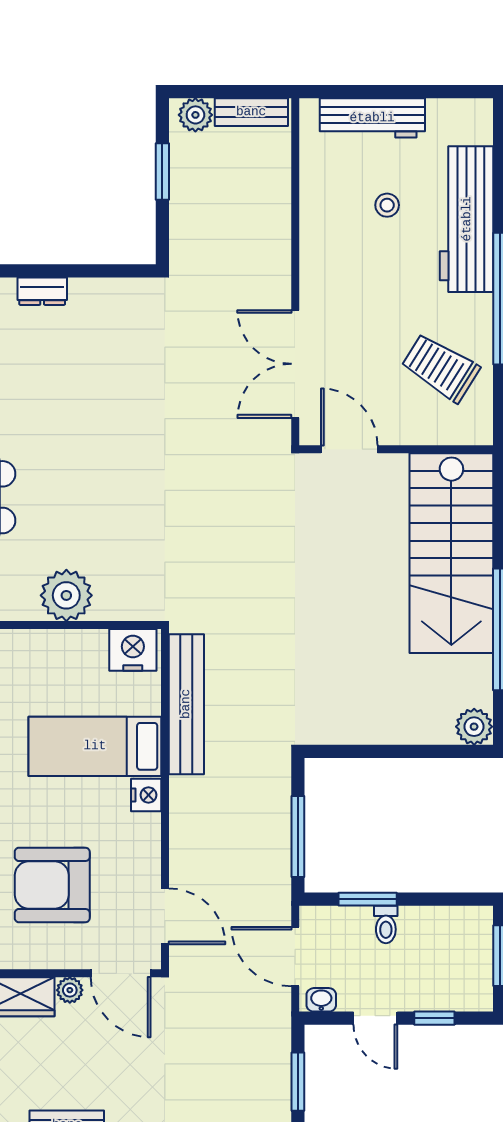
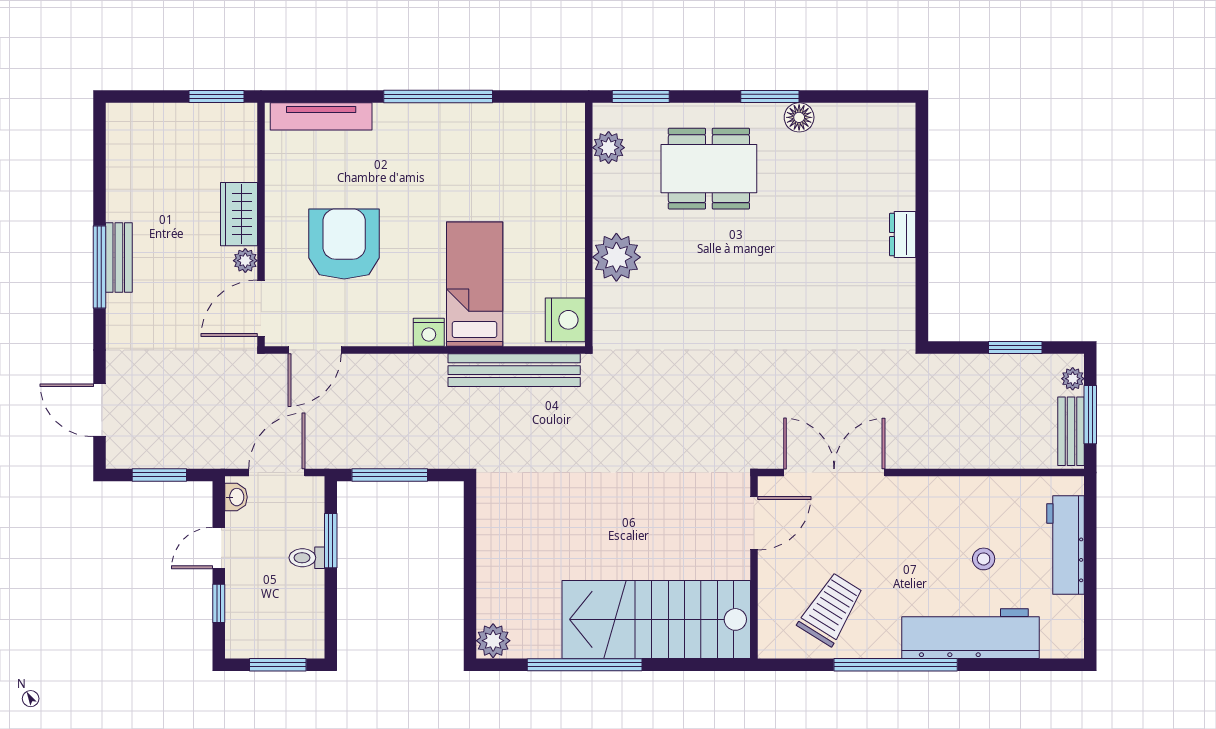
window: (234, 92) -> (1090, 415), added
plant: (195, 115) -> (1073, 379), width x0.73, depth x0.73

